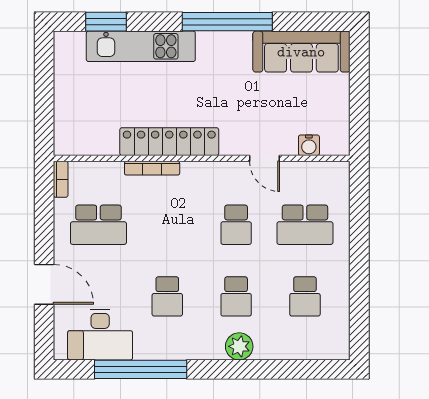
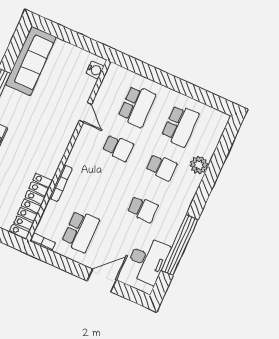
locker: (169, 142) -> (31, 206), moved
water cooler: (309, 145) -> (95, 70), moved
door: (265, 158) -> (85, 112), hinge flipped
school desk: (305, 296) -> (180, 126), width x1.85
plant: (239, 346) -> (199, 165), moved

